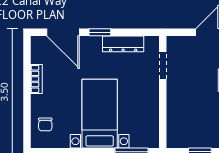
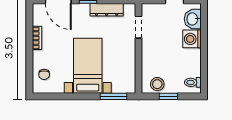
stool: (186, 136) -> (157, 84), added

